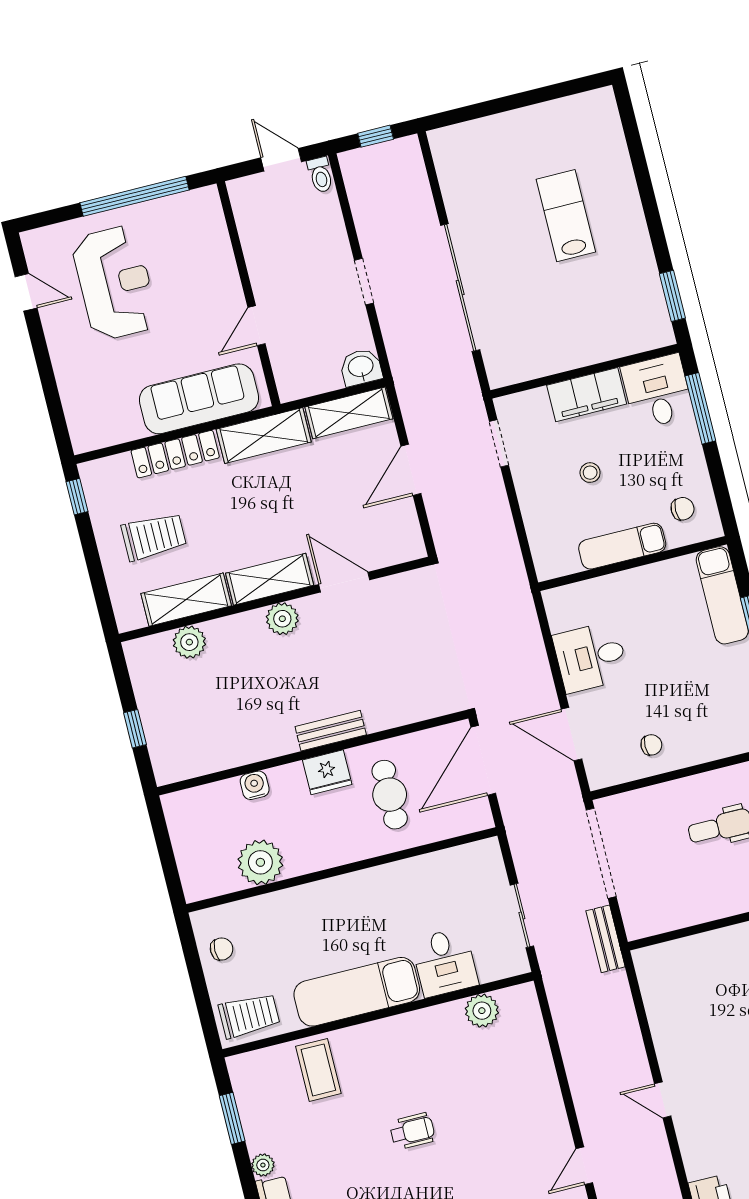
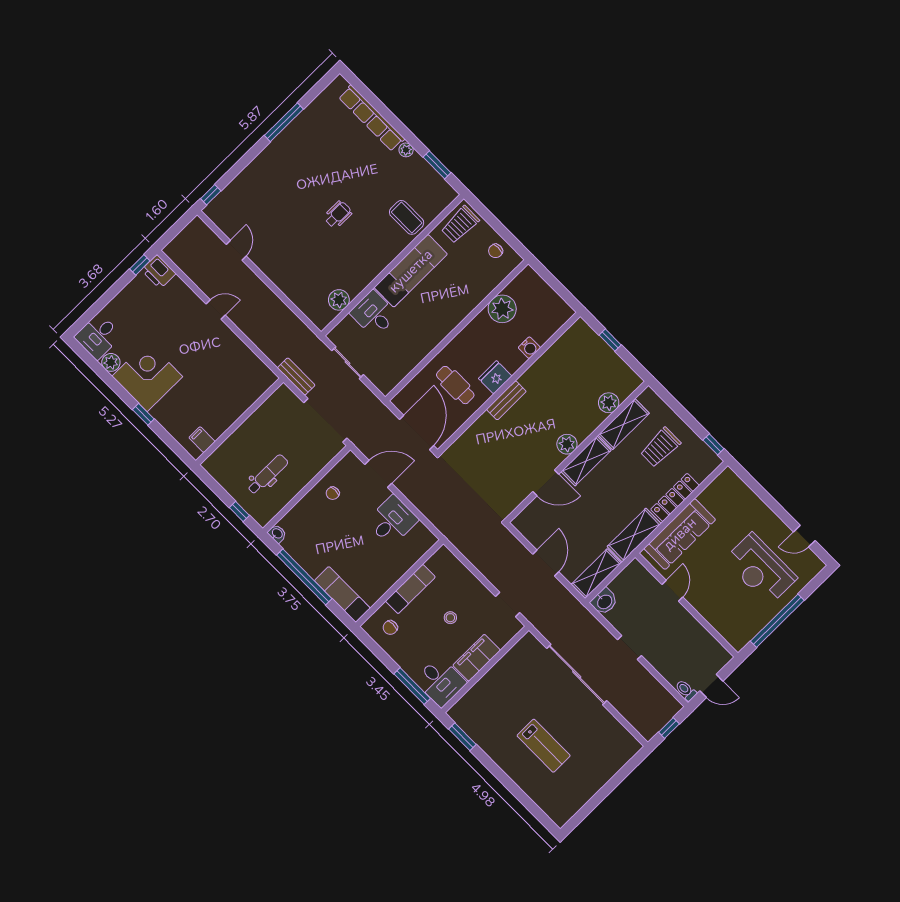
wheelchair: (412, 1131) -> (338, 215), turned 180

